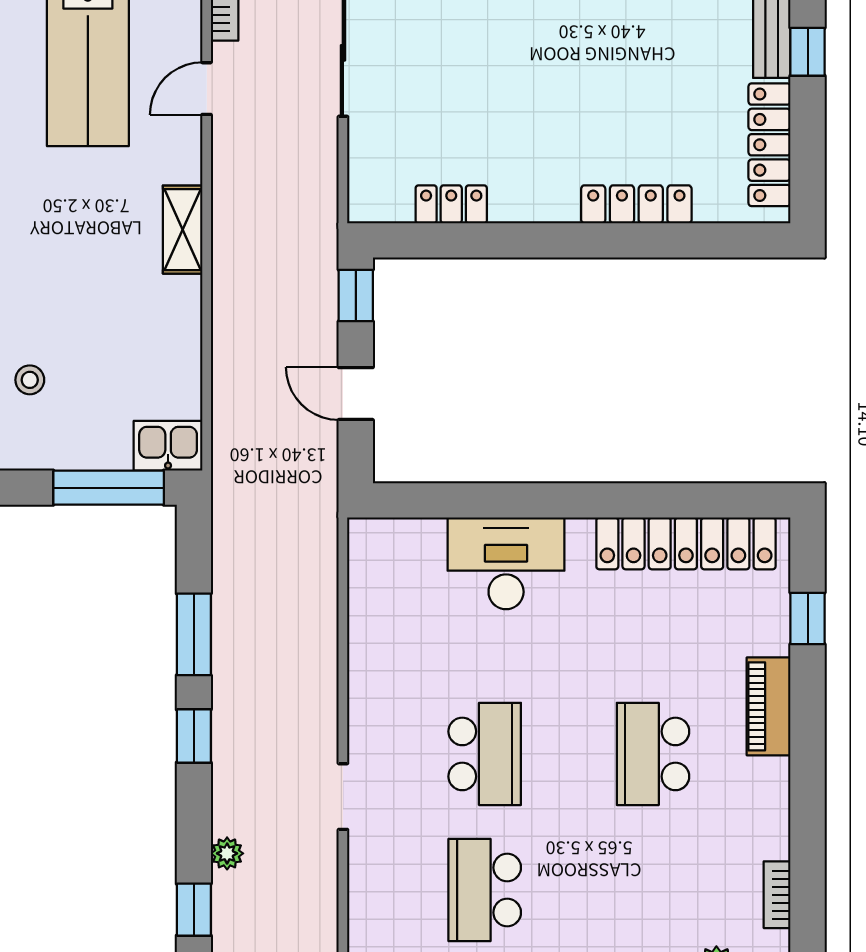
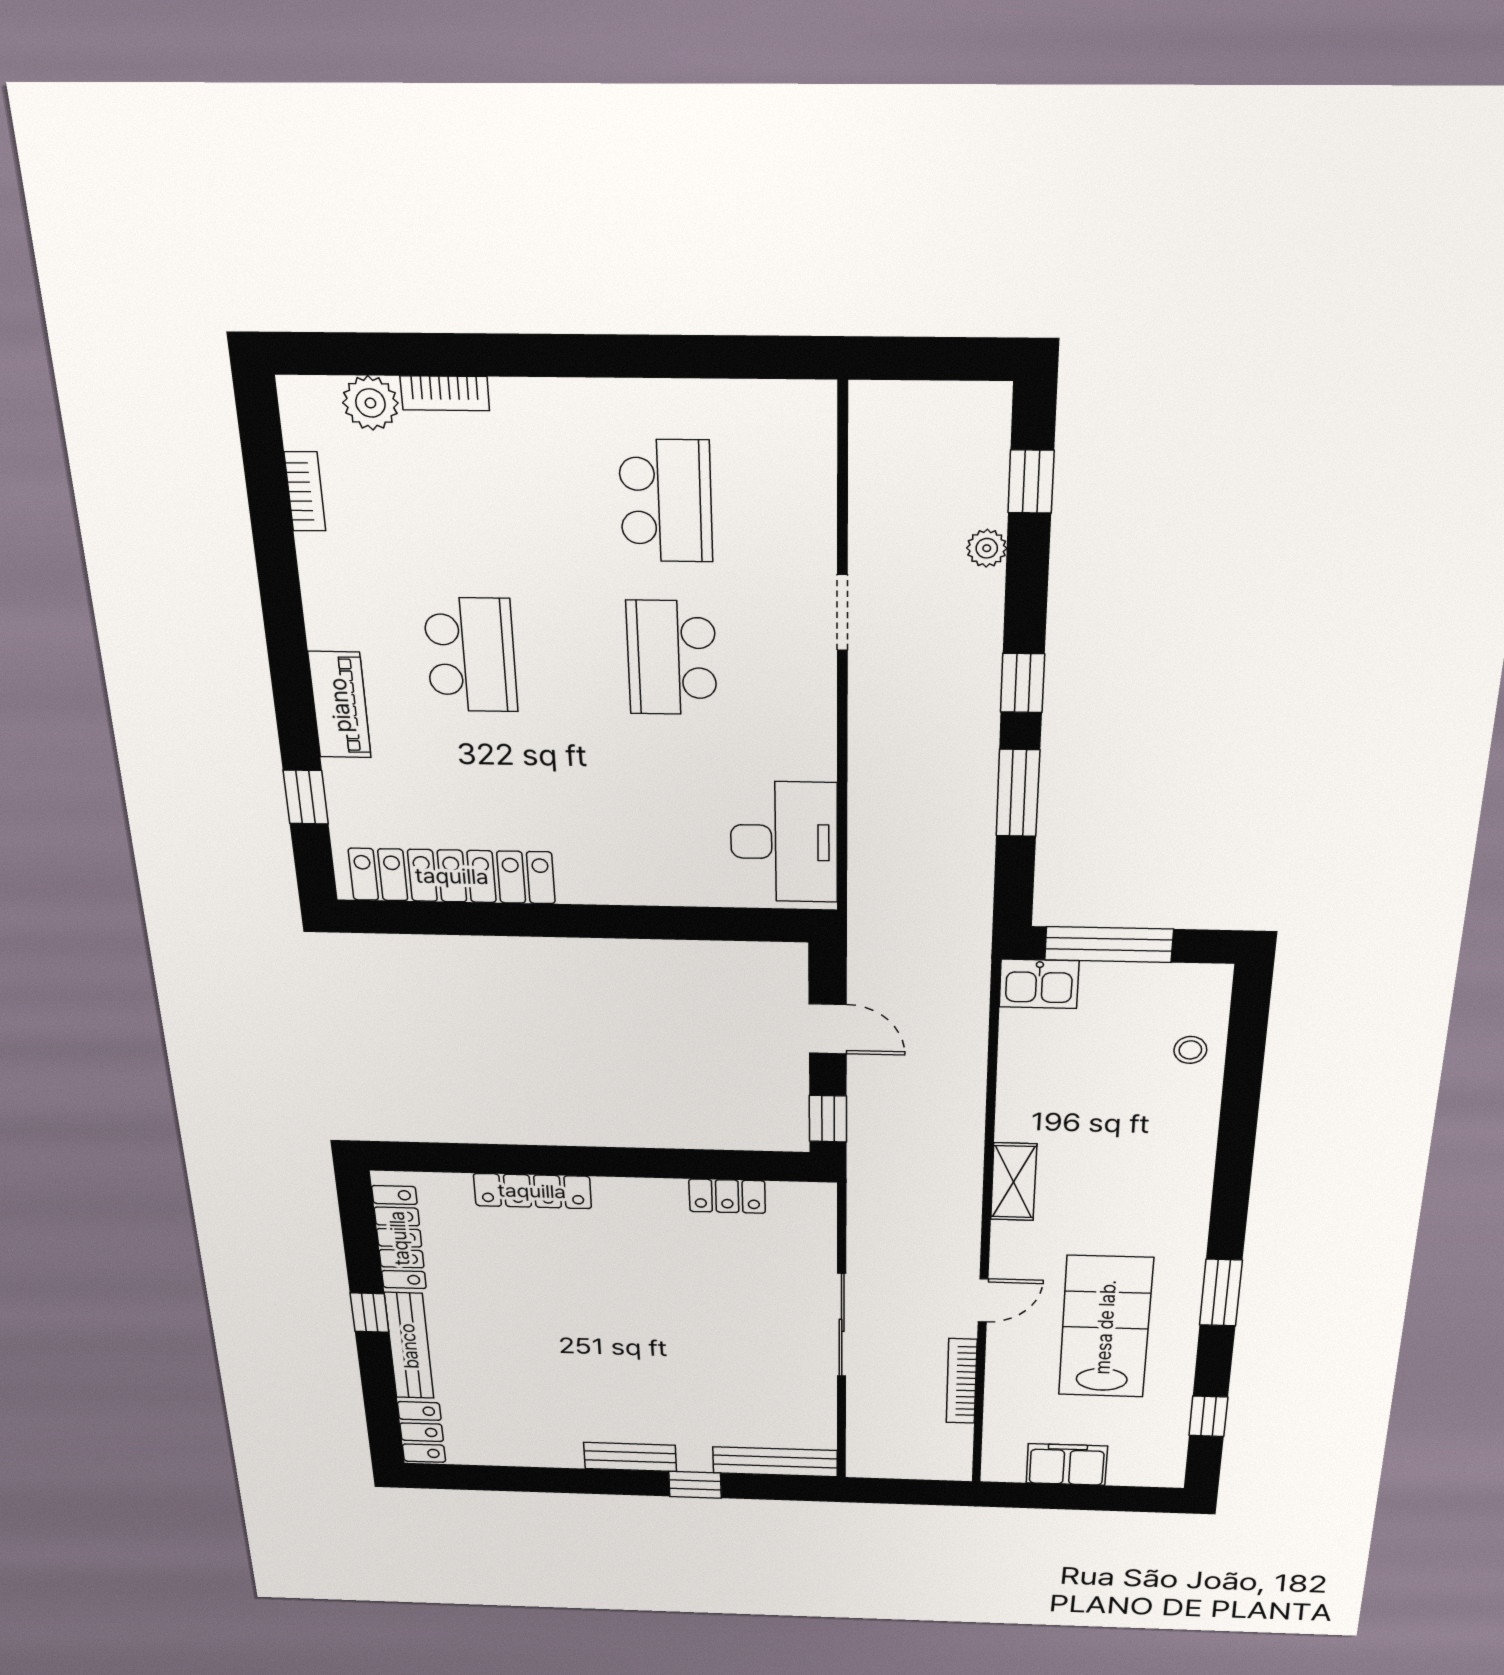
desk: (506, 563) -> (784, 842), moved, turned -90

